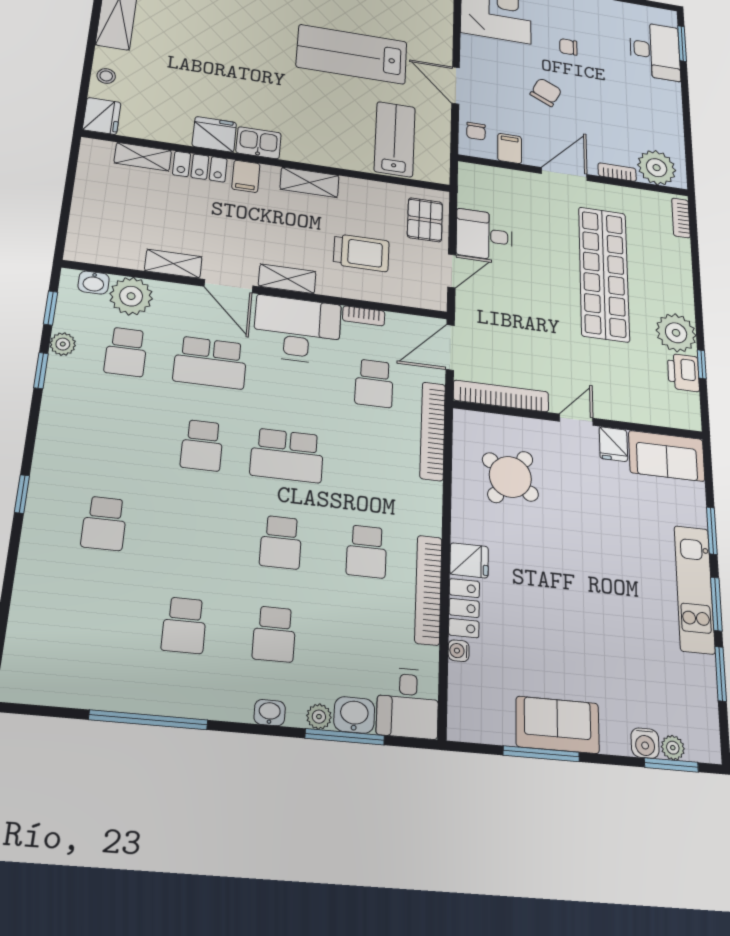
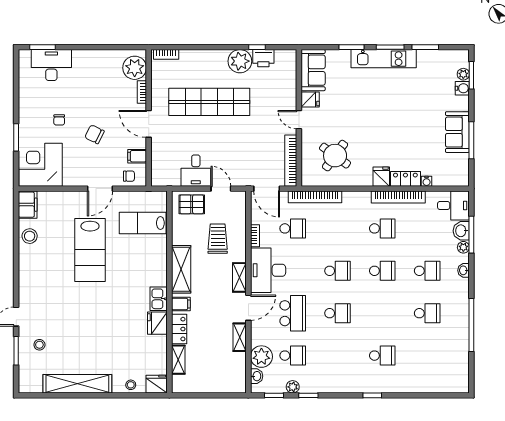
shelving: (310, 182) -> (181, 269), width x1.50, depth x1.33
school desk: (287, 455) -> (337, 271), width x0.54

